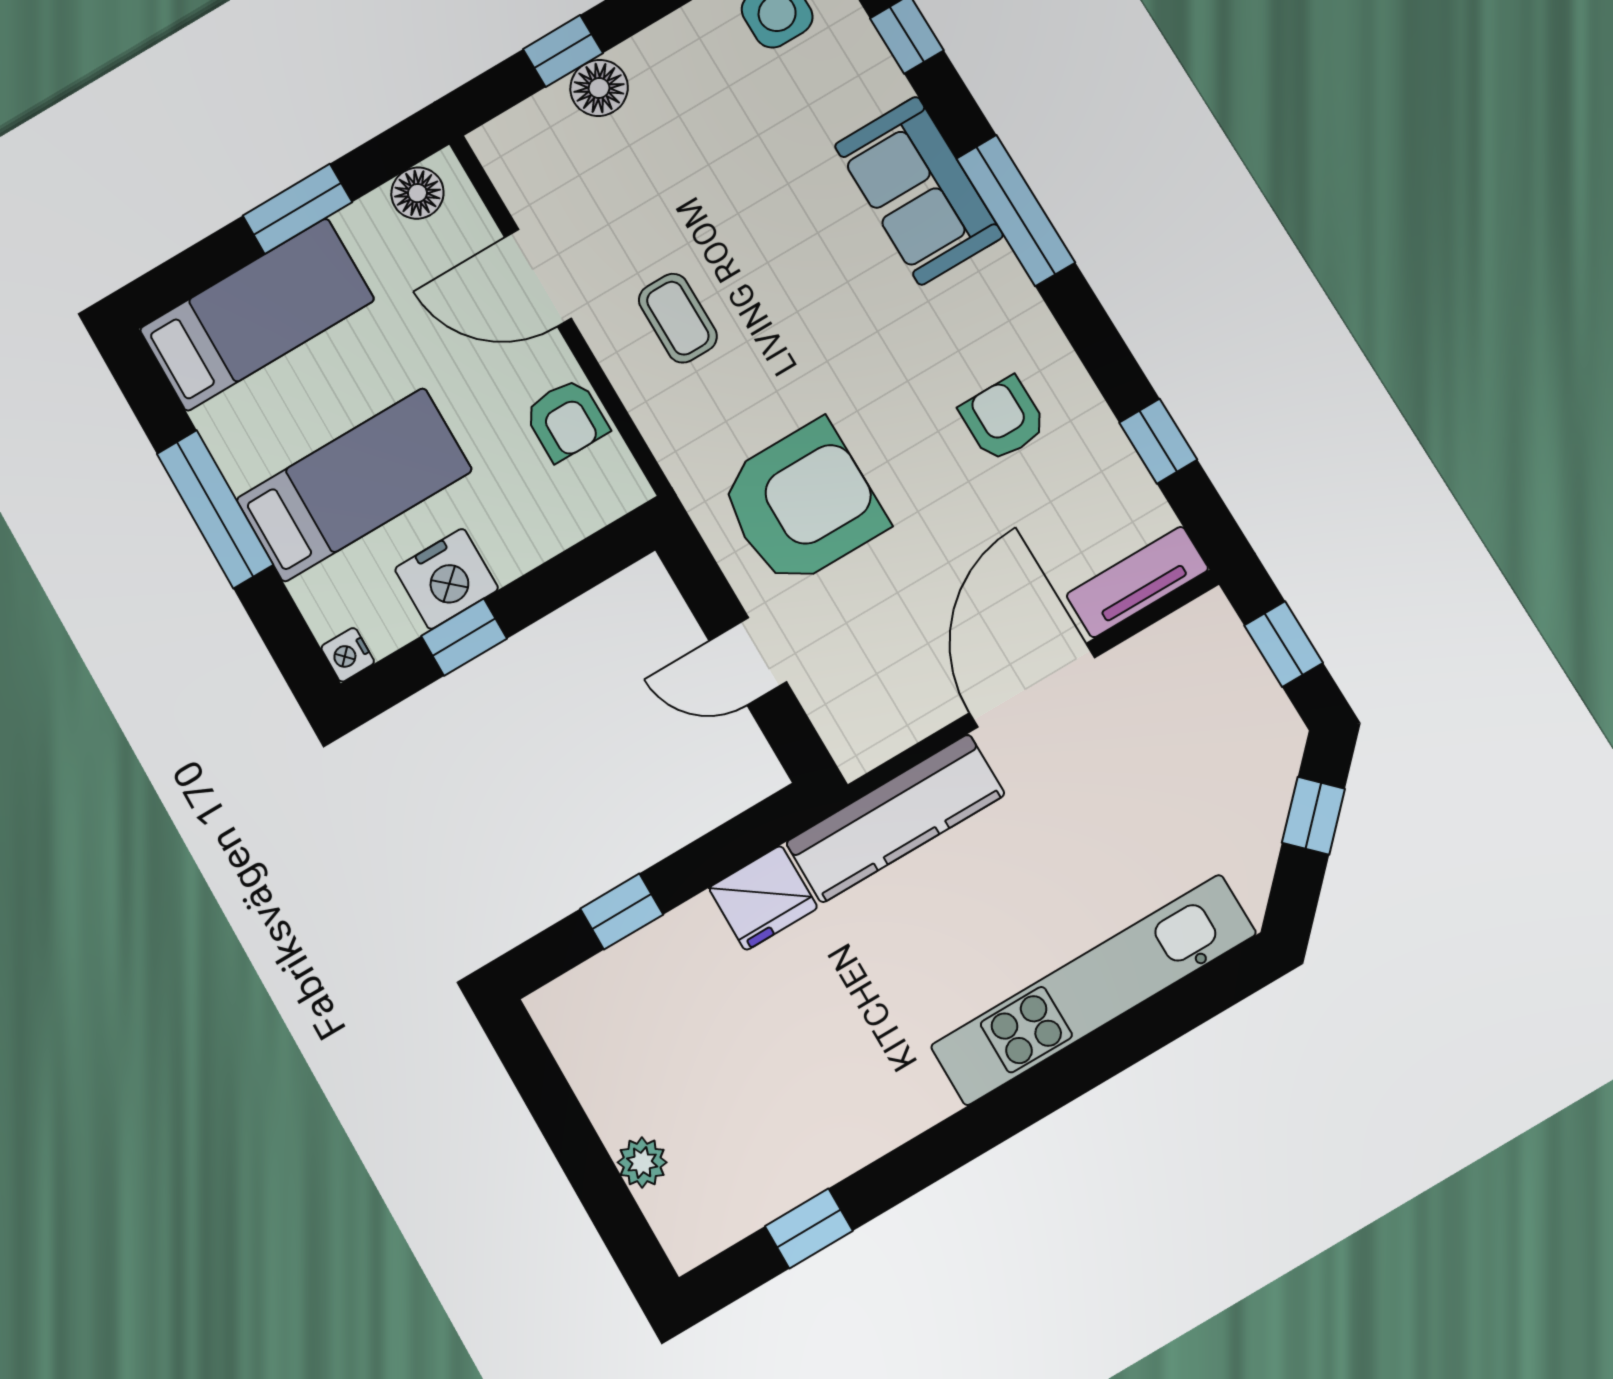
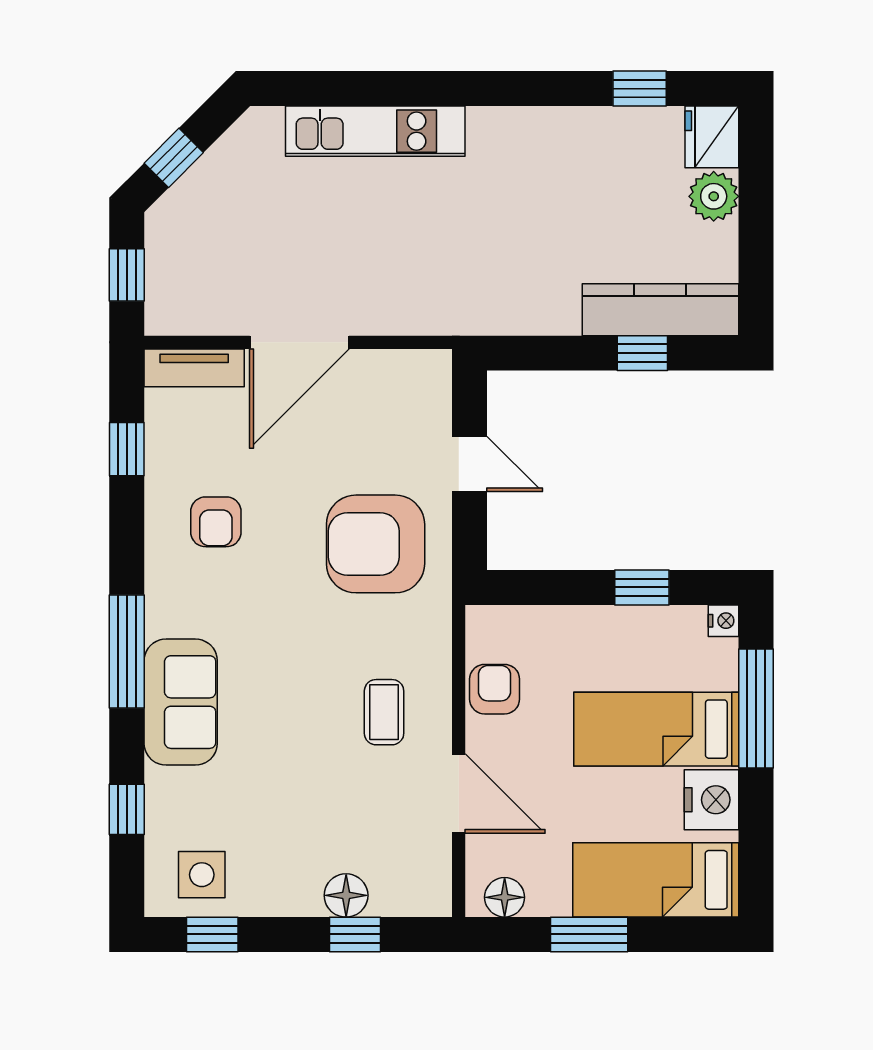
window: (215, 509) -> (756, 709), moved
nightstand: (447, 579) -> (711, 800), moved, turned 90
kitchen counter: (895, 818) -> (660, 310), moved
fridge: (763, 898) -> (712, 137), moved, turned -90
kitchen unit: (1093, 990) -> (375, 131), width x0.73
plant: (642, 1162) -> (714, 196), width x1.38, depth x1.38

